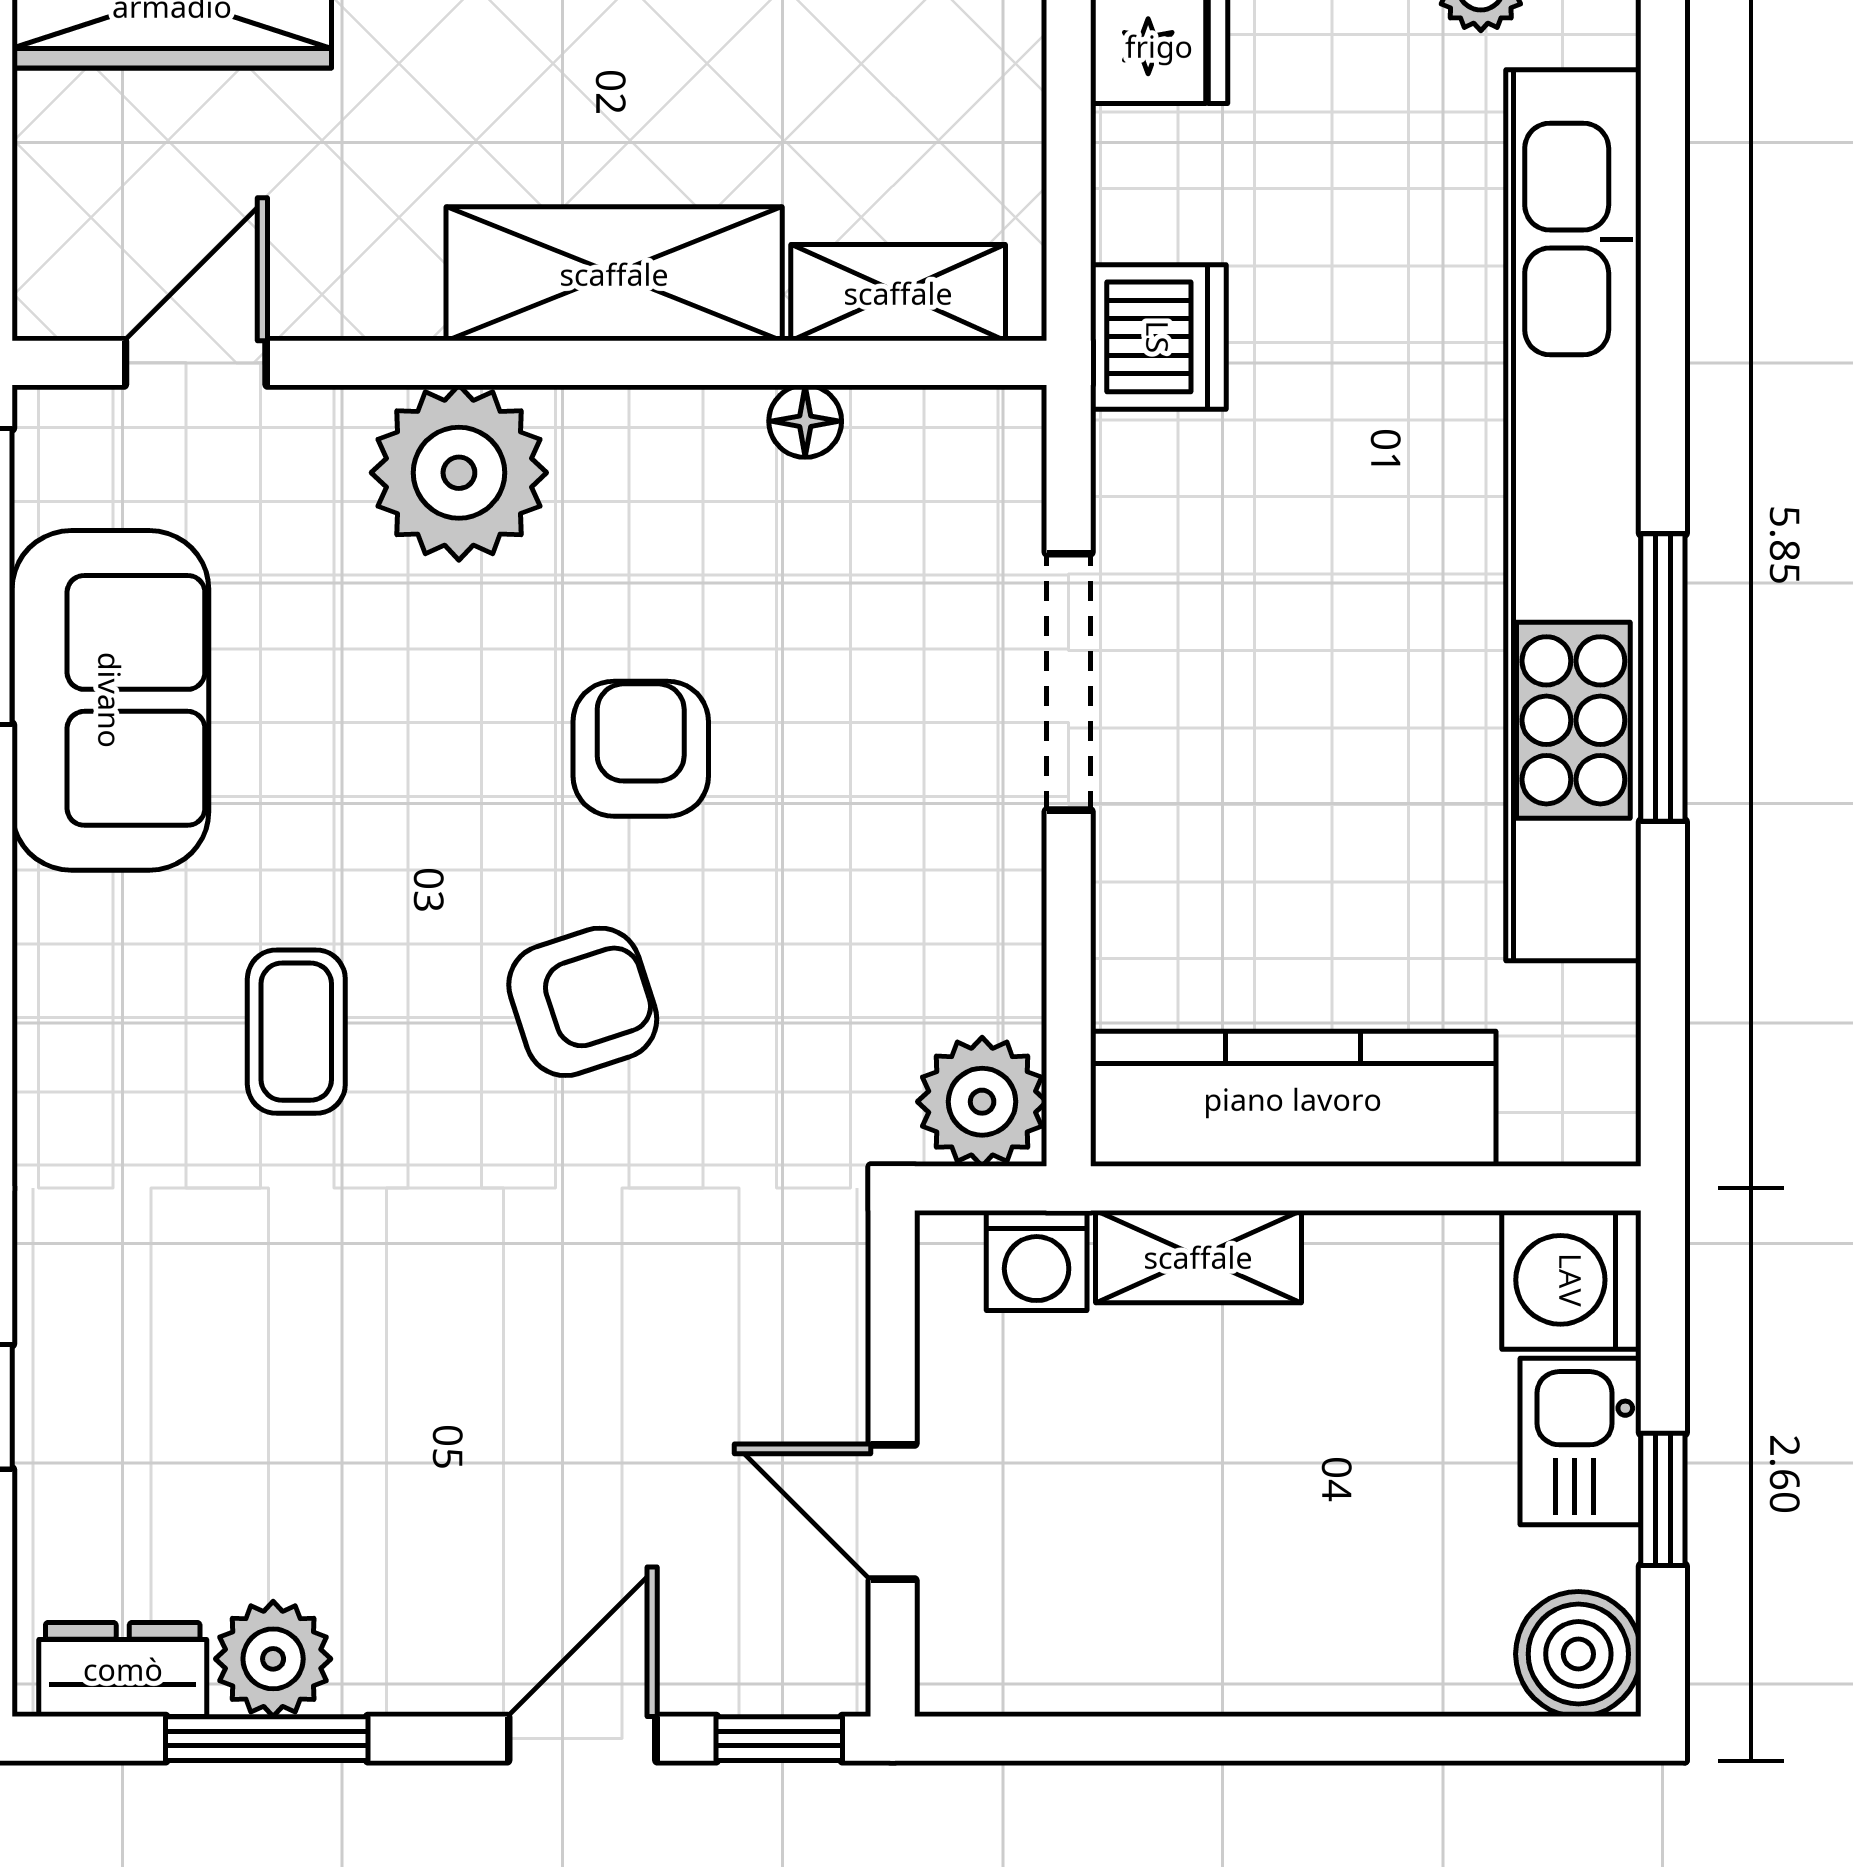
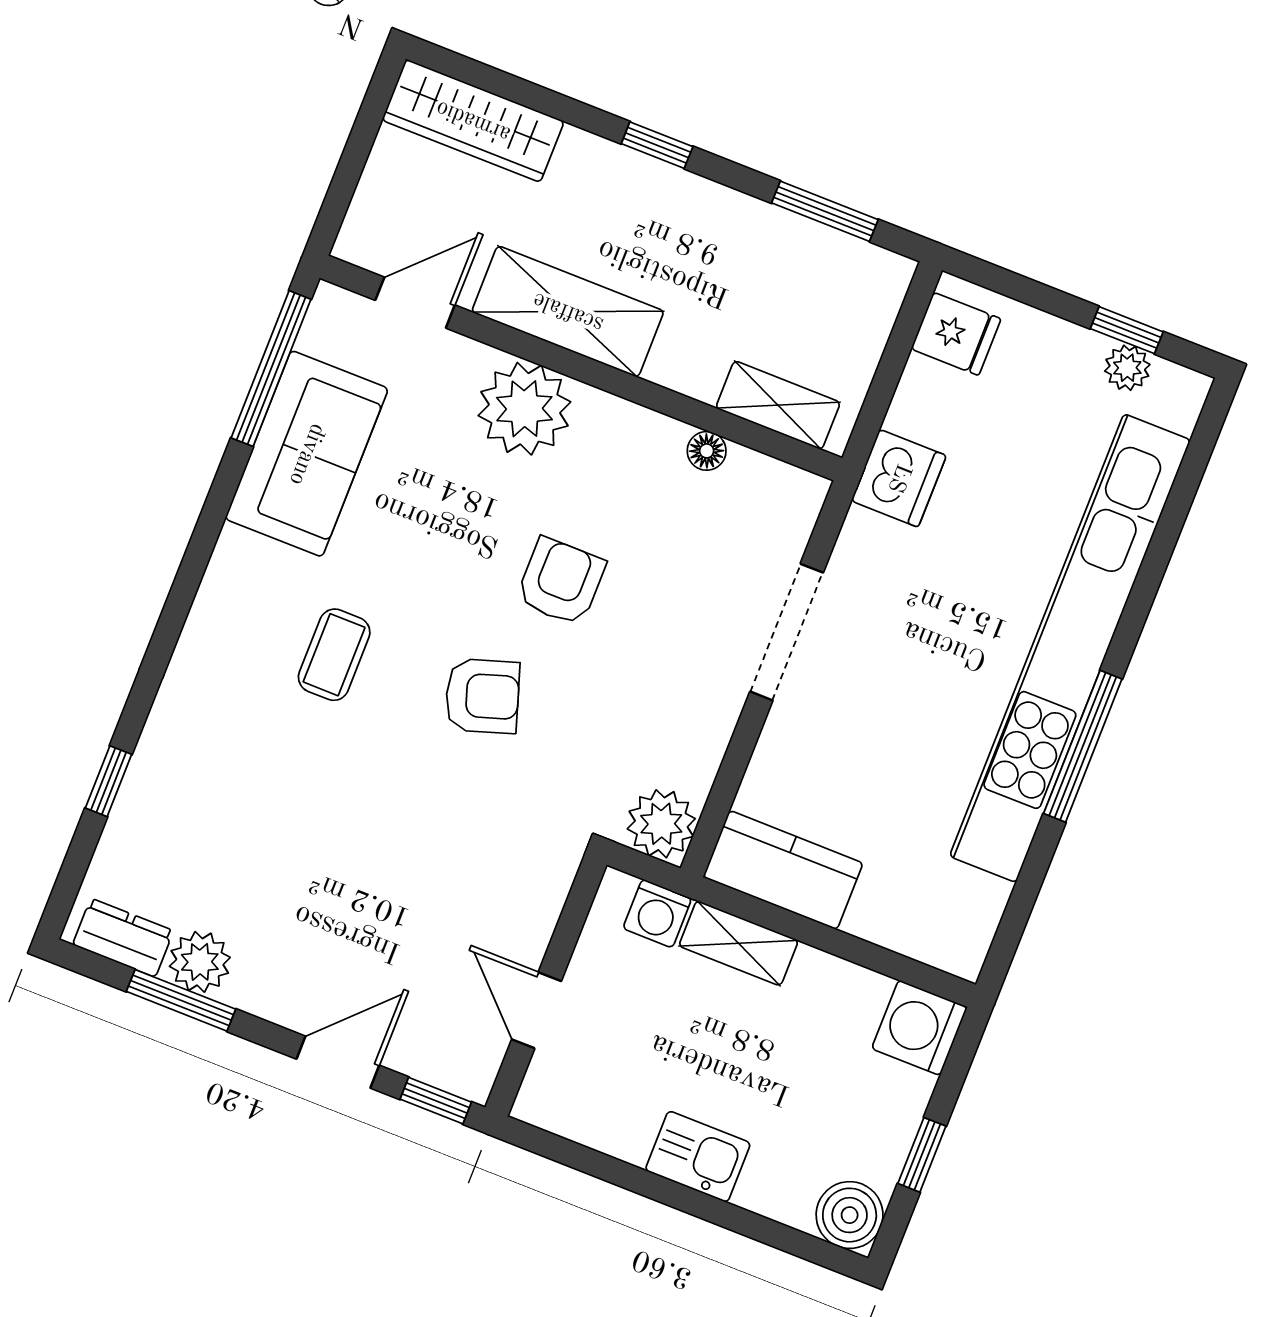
shelving: (614, 274) -> (568, 312), moved
kitchen counter: (1293, 1099) -> (783, 870), width x0.67
kitchen sink: (1581, 1441) -> (698, 1157), moved, turned 90

